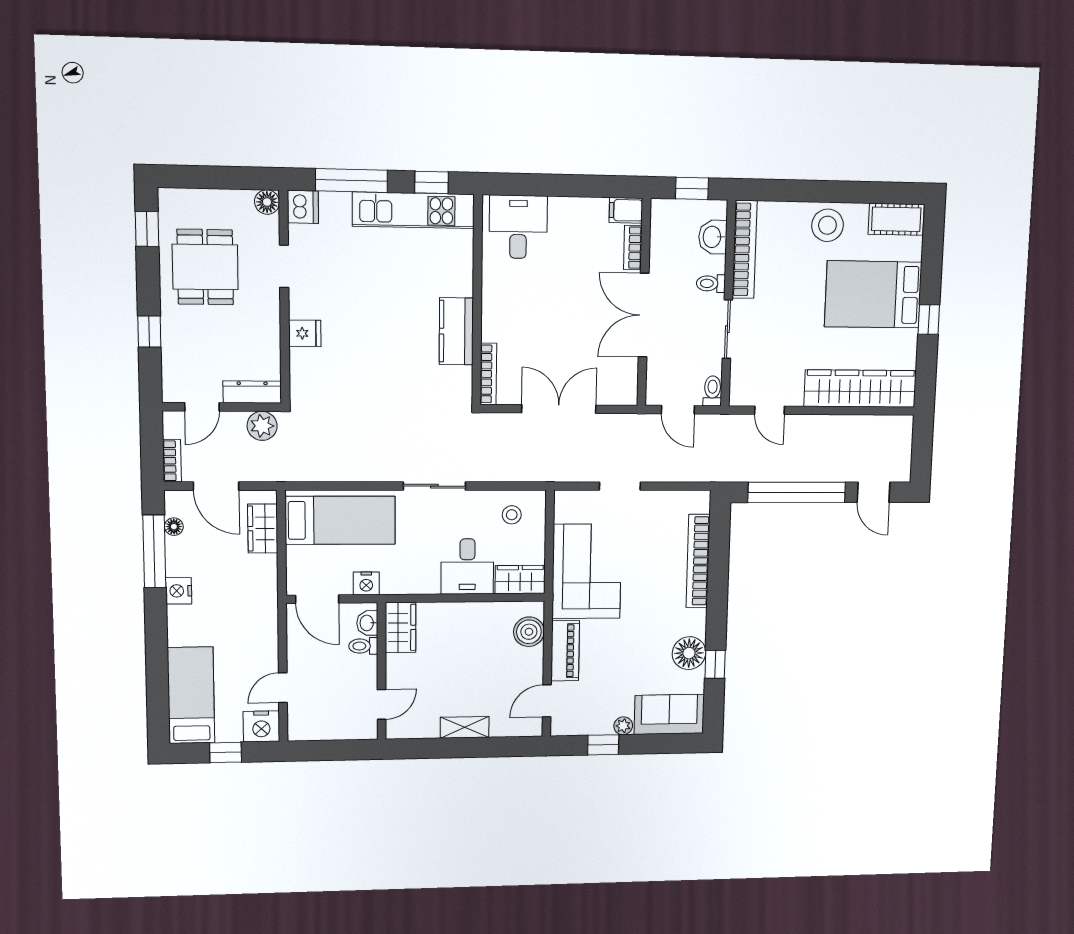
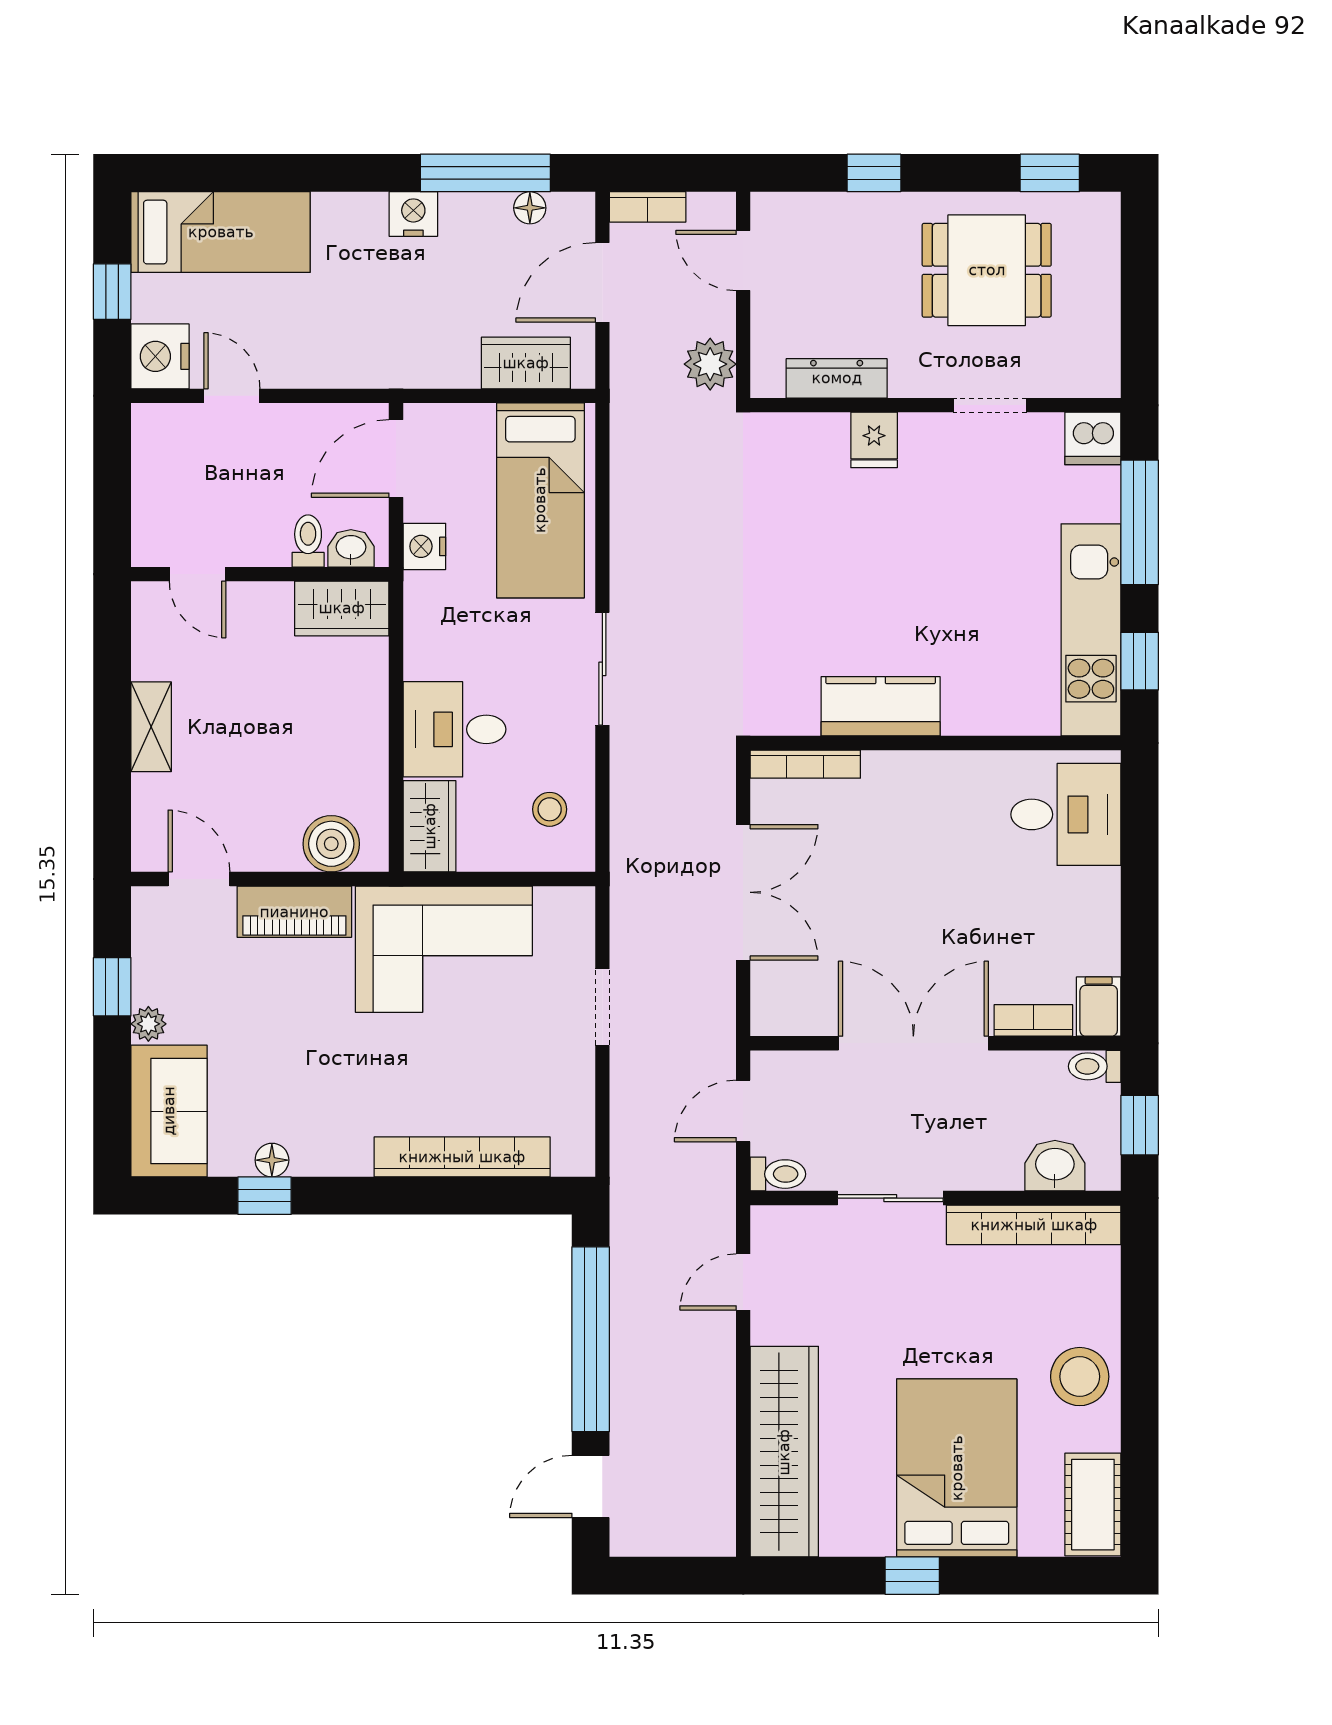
floor lamp: (267, 202) -> (1100, 377), removed
toilet: (711, 283) -> (1095, 1066), moved, turned -90
dresser: (252, 392) -> (837, 378), moved, turned -90
floor lamp: (689, 653) -> (272, 1160), width x0.53, depth x0.53

